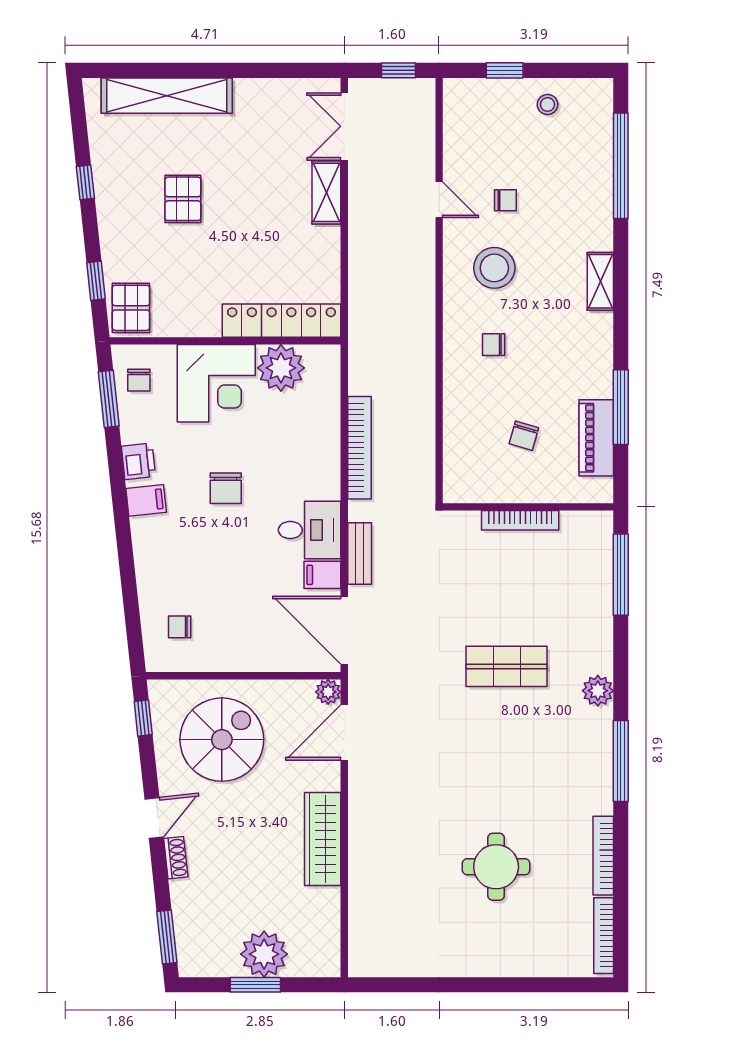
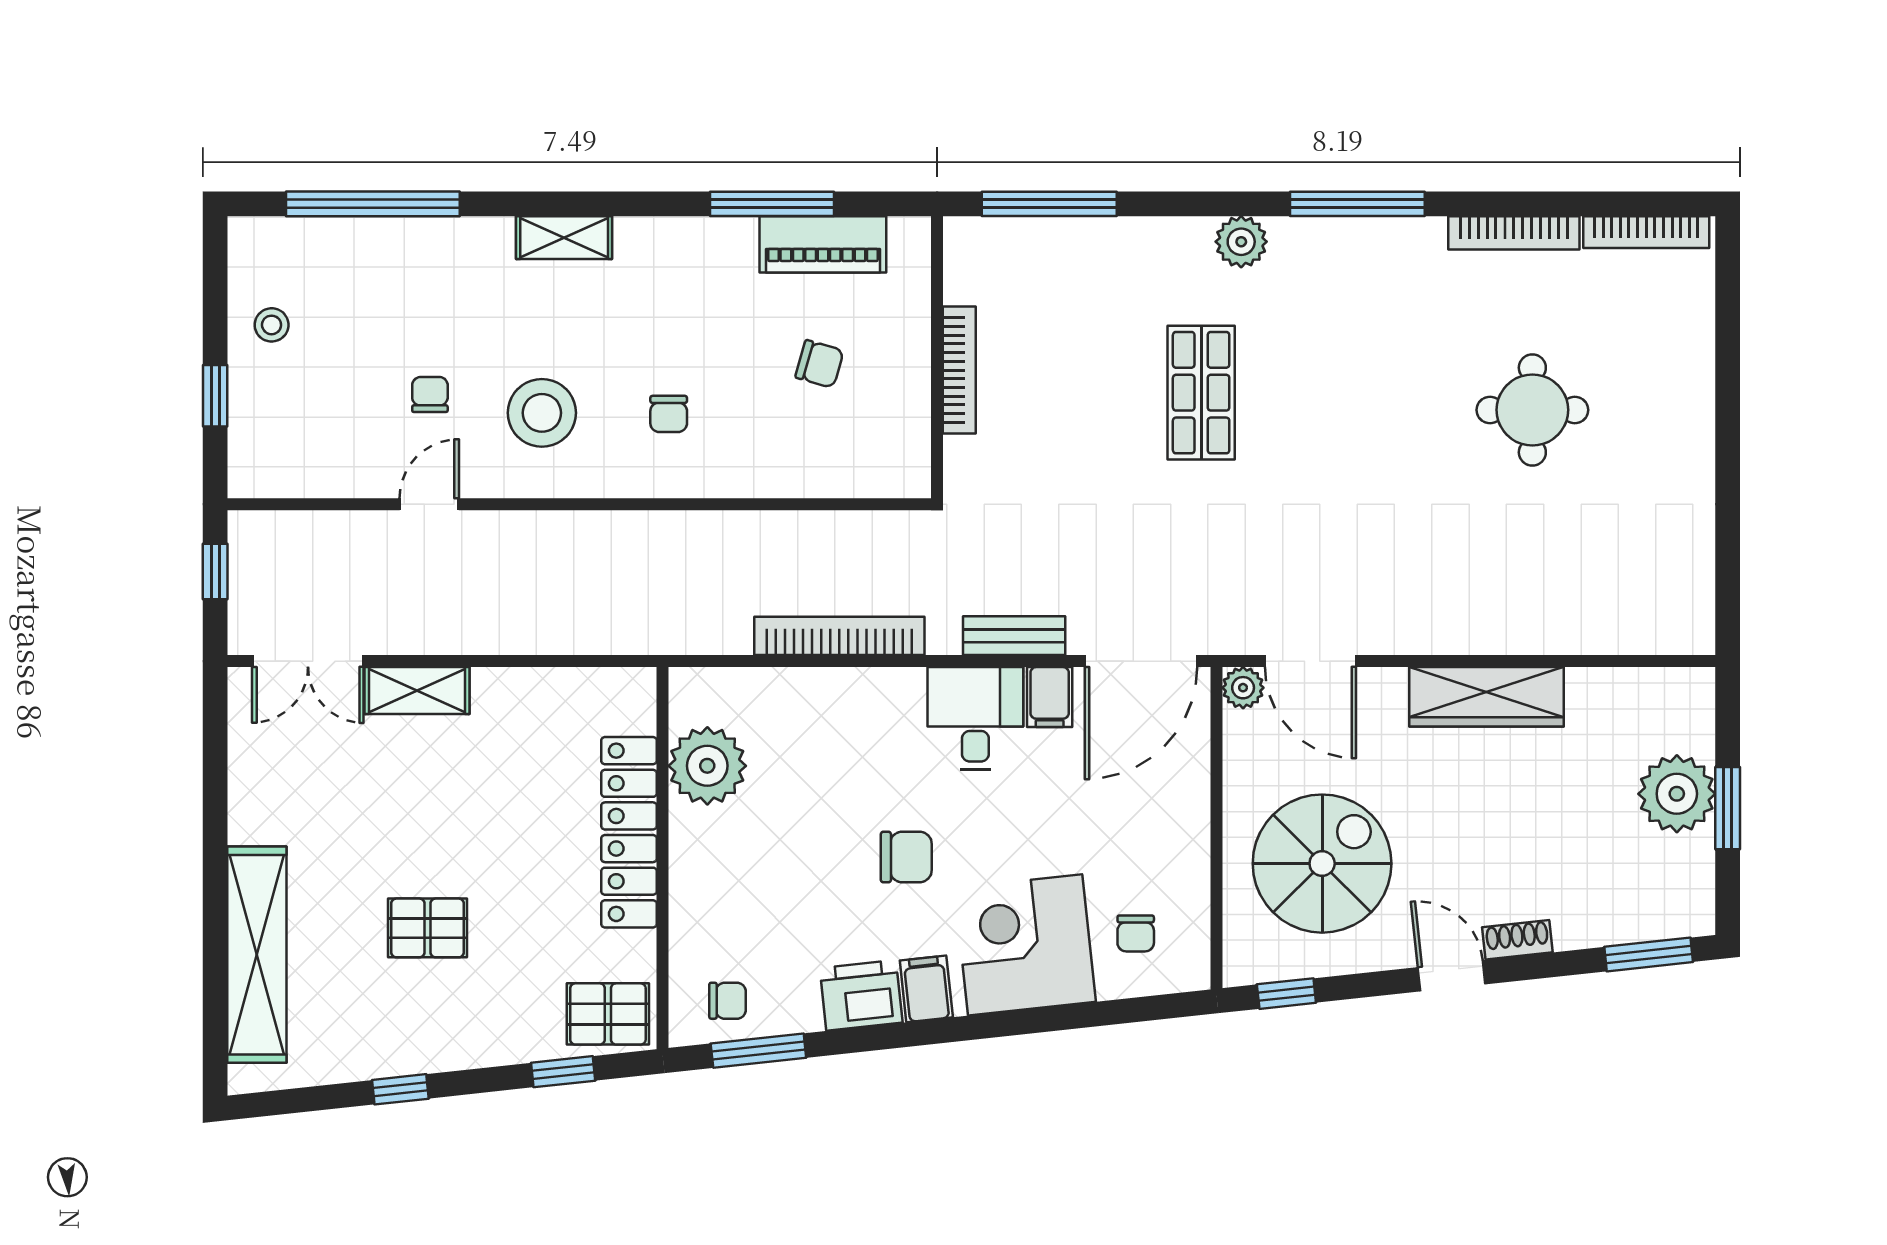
locker: (281, 321) -> (629, 832), moved
corner desk: (216, 383) -> (1025, 945), moved, turned -96
printer: (138, 461) -> (861, 995), width x1.36, depth x1.24
spiral stairs: (222, 740) -> (1322, 864), turned 90

